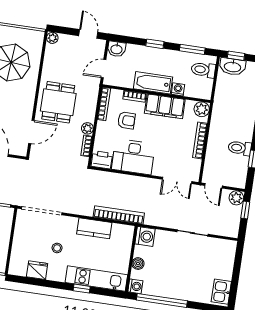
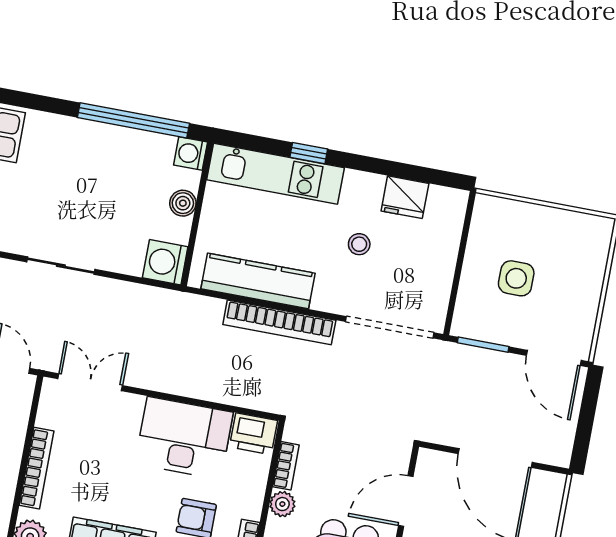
bookcase: (119, 215) -> (279, 322), moved
kitchen counter: (94, 228) -> (258, 281), width x1.50

